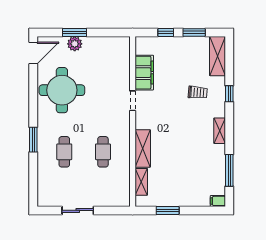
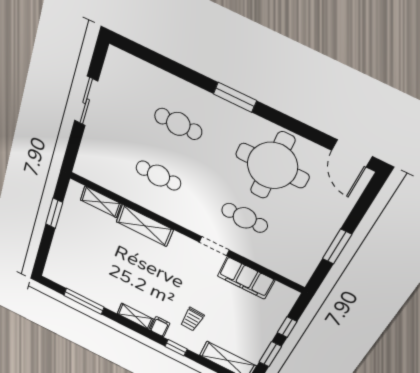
window: (74, 32) -> (337, 247), moved
plant: (75, 44) -> (333, 217), removed
cafe table: (103, 91) -> (245, 218), added
window: (33, 140) -> (235, 97), moved
filing cabinet: (218, 201) -> (160, 327), moved

